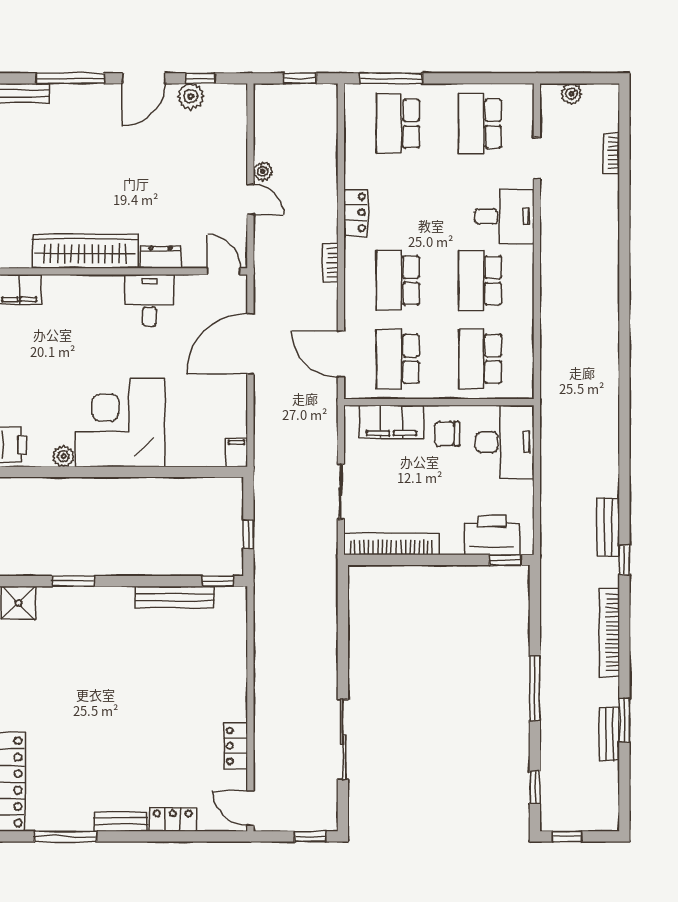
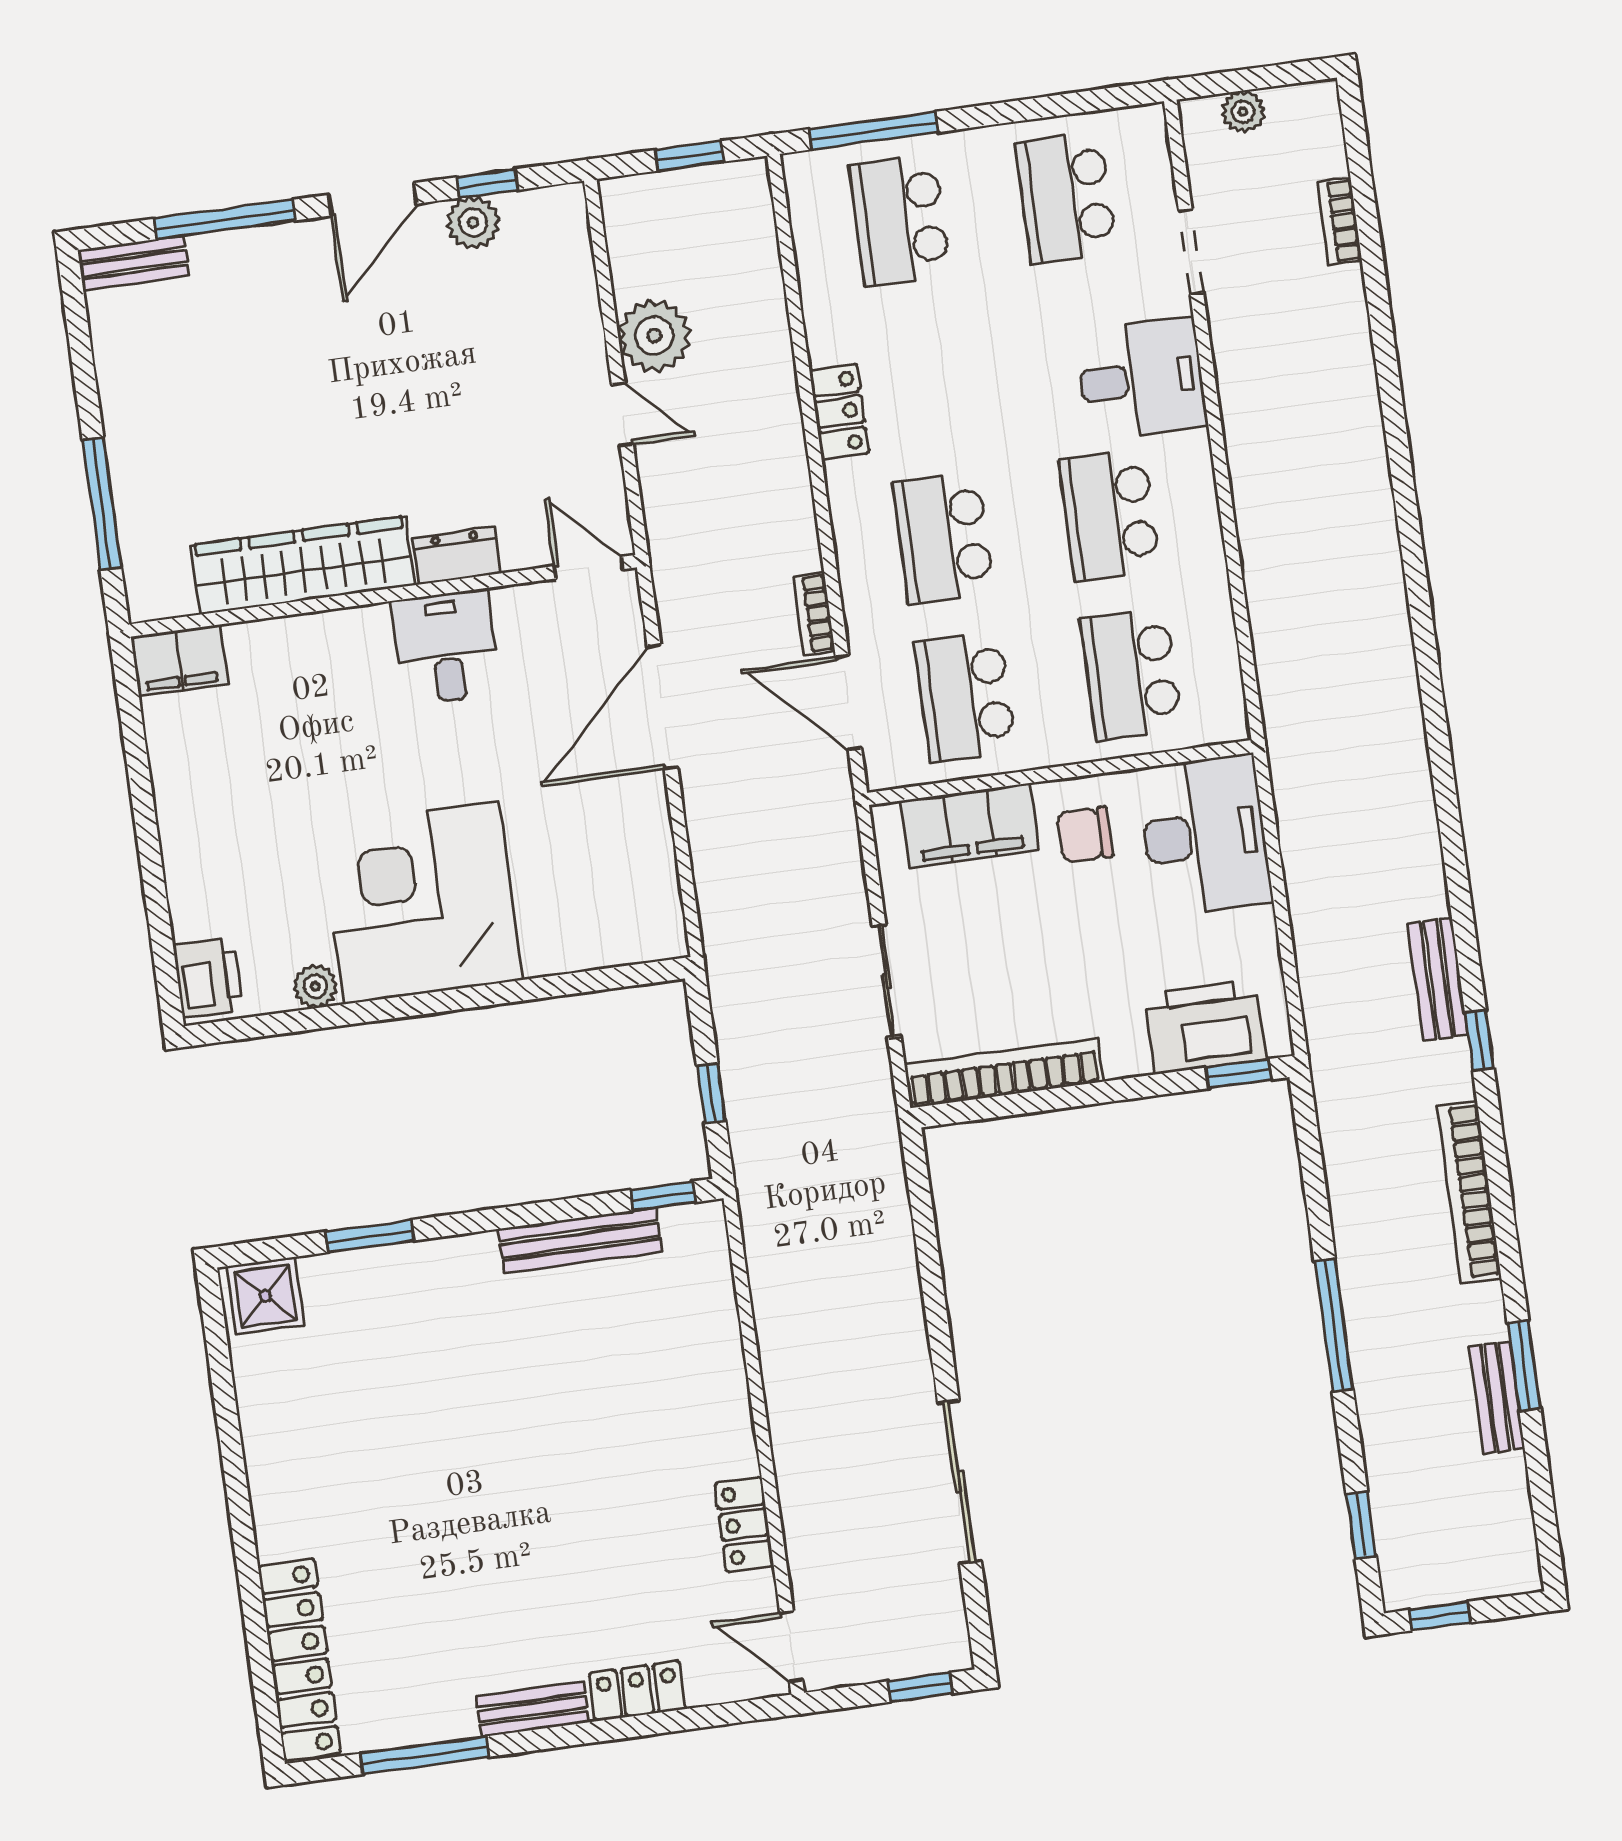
plant: (263, 171) -> (654, 336), width x1.88, depth x1.88
bookcase: (330, 263) -> (814, 614), moved
filing cabinet: (236, 452) -> (665, 931), removed

